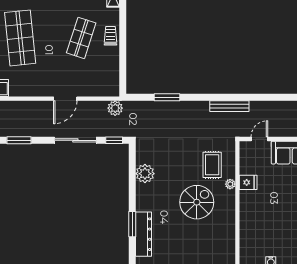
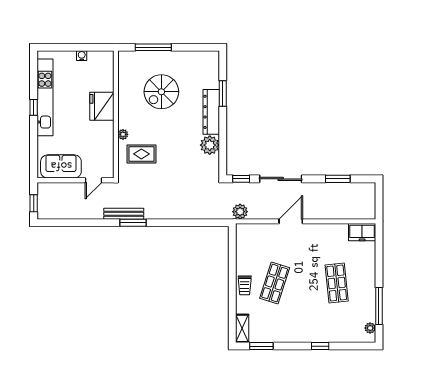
shop shelf: (20, 38) -> (337, 283), width x0.70, depth x0.74
window: (167, 97) -> (133, 223), moved
rug: (212, 165) -> (141, 154), turned 90
fridge: (248, 182) -> (102, 106), moved, width x1.88, depth x1.34
spiral stairs: (197, 202) -> (161, 92), moved
dresser: (143, 234) -> (211, 112), moved

